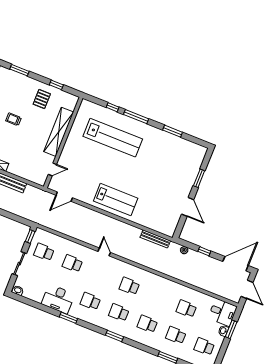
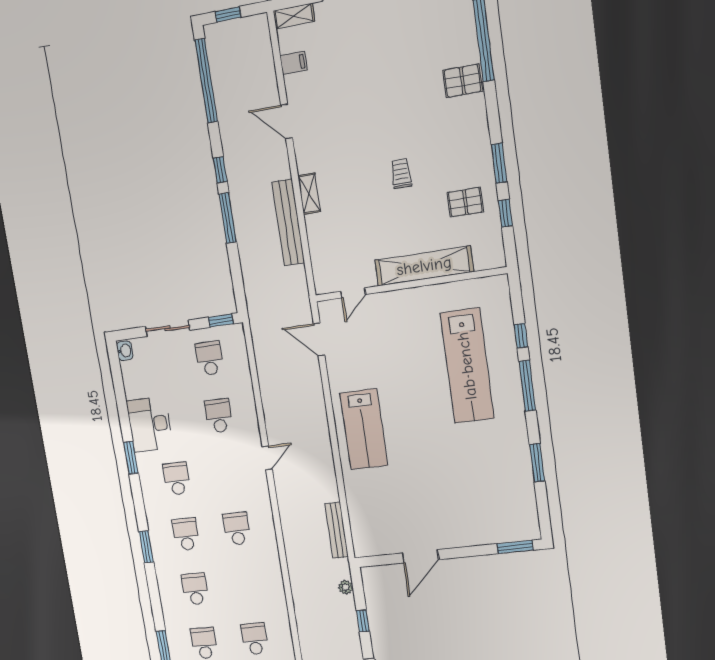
window: (19, 70) -> (499, 163), moved
door: (52, 169) -> (353, 293), hinge flipped
window: (199, 178) -> (515, 547), moved

